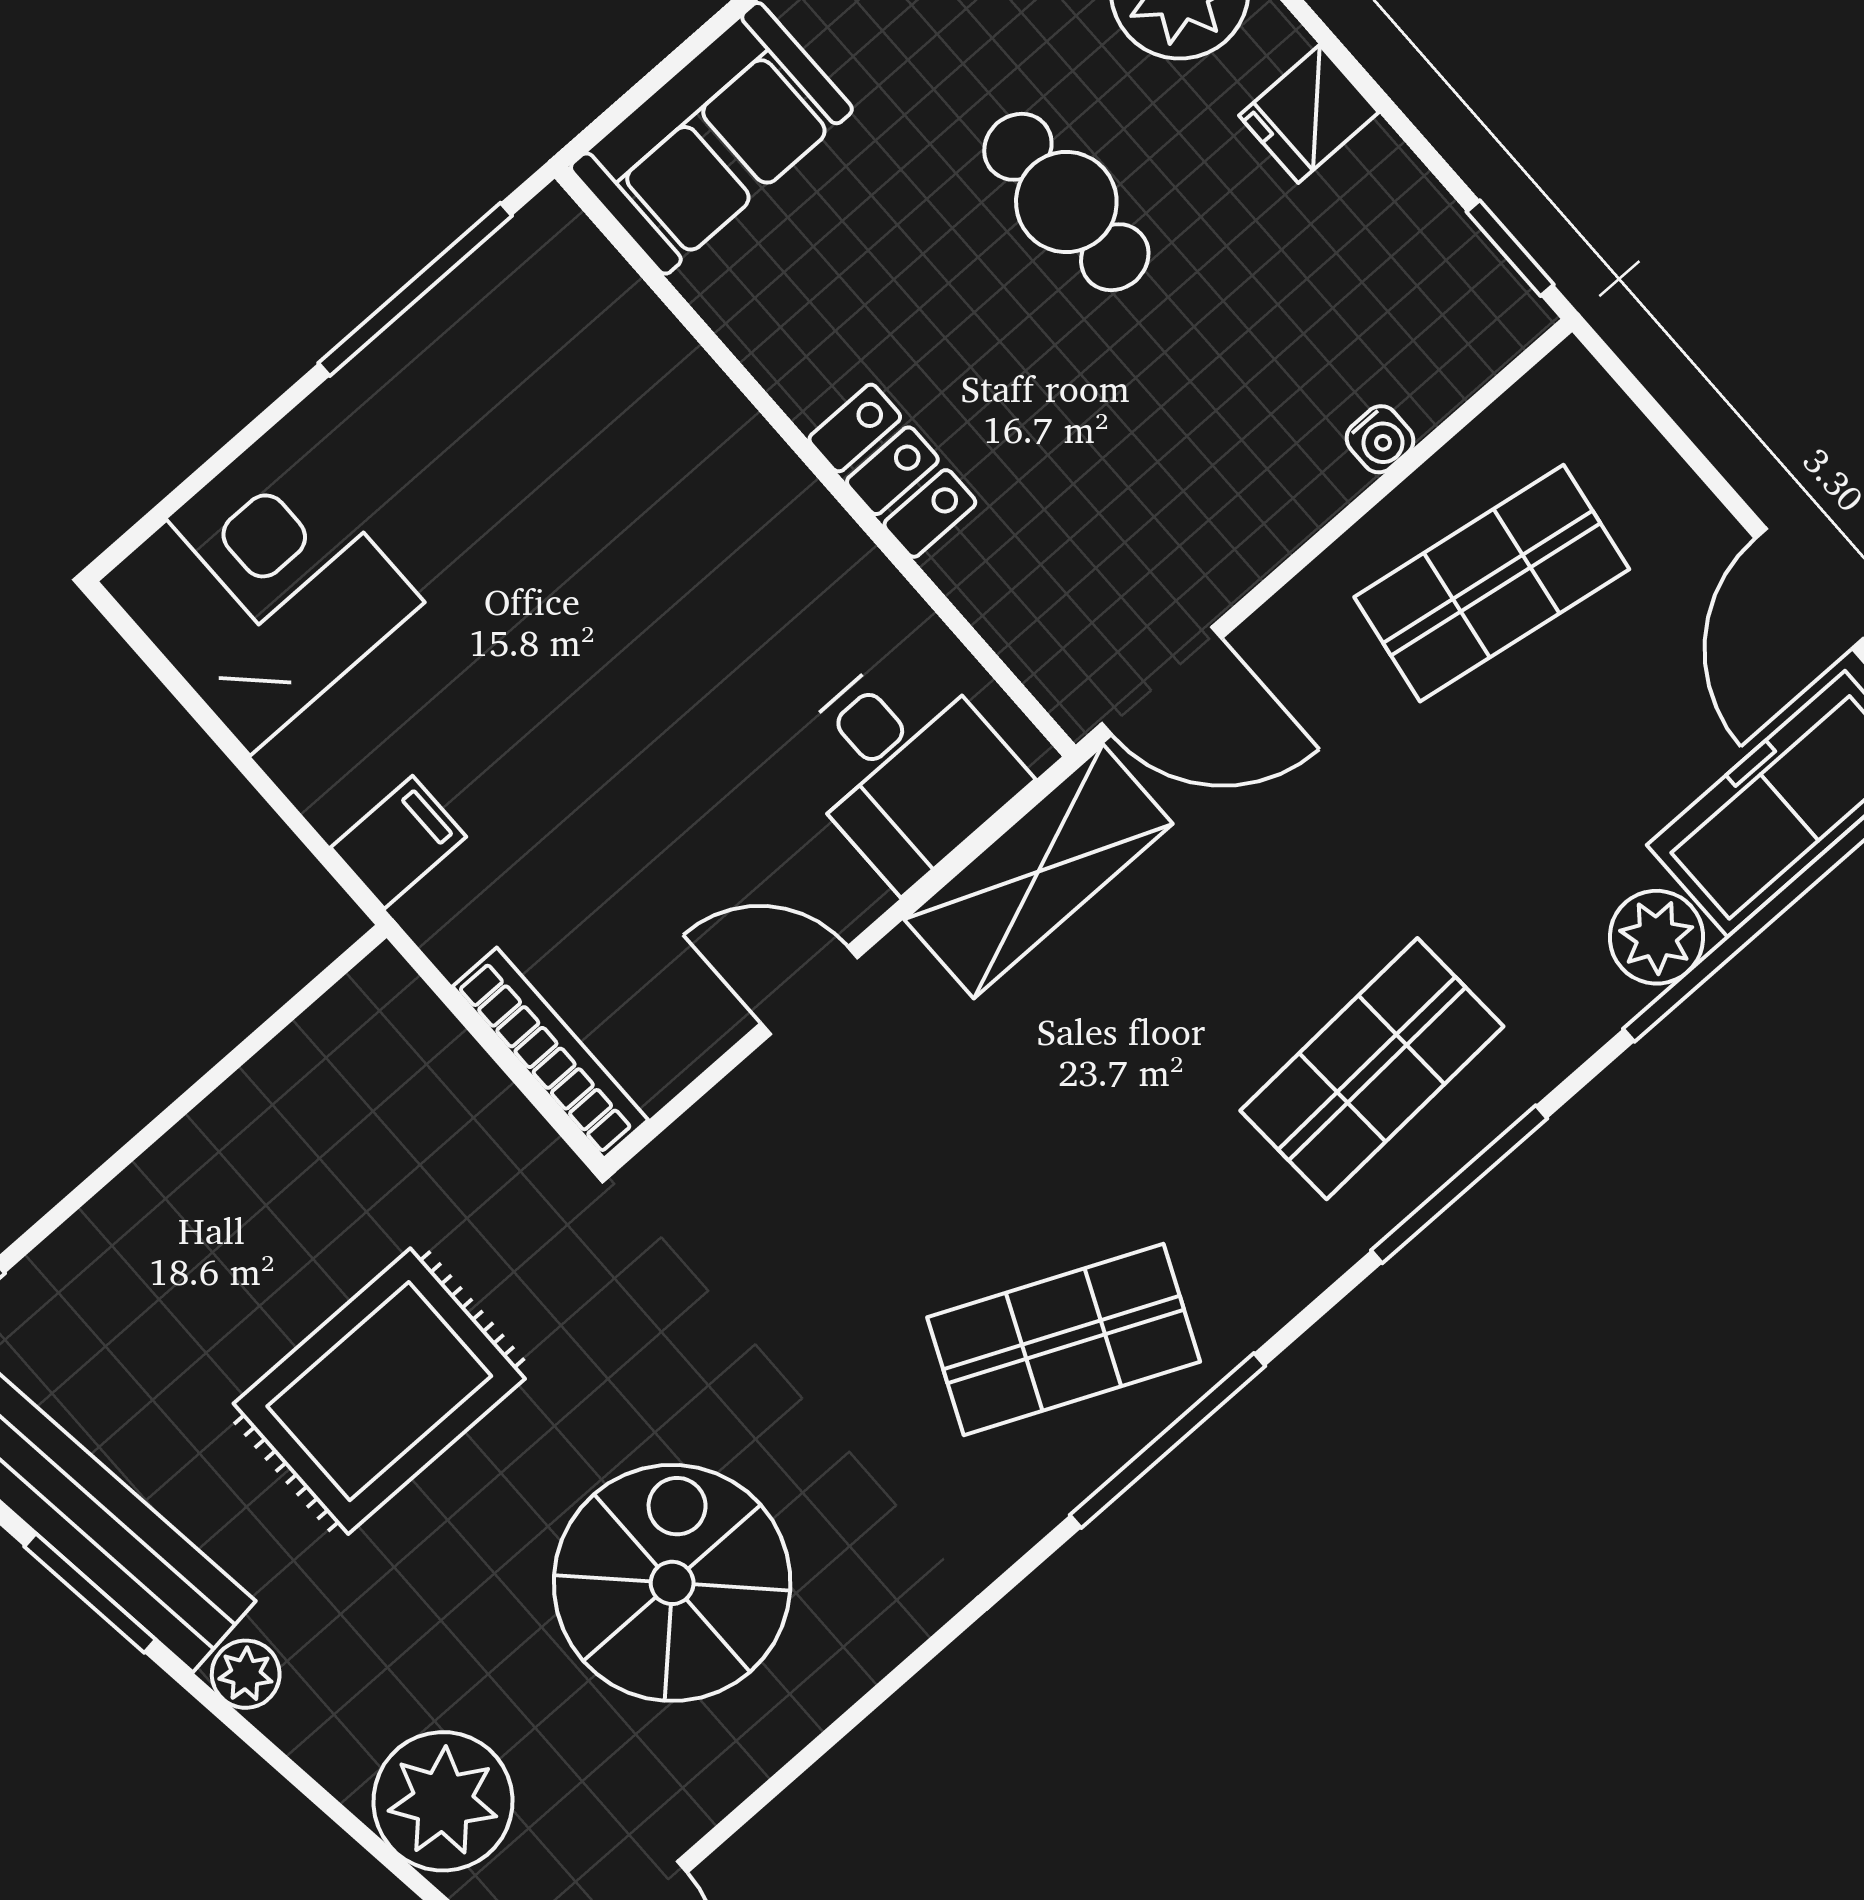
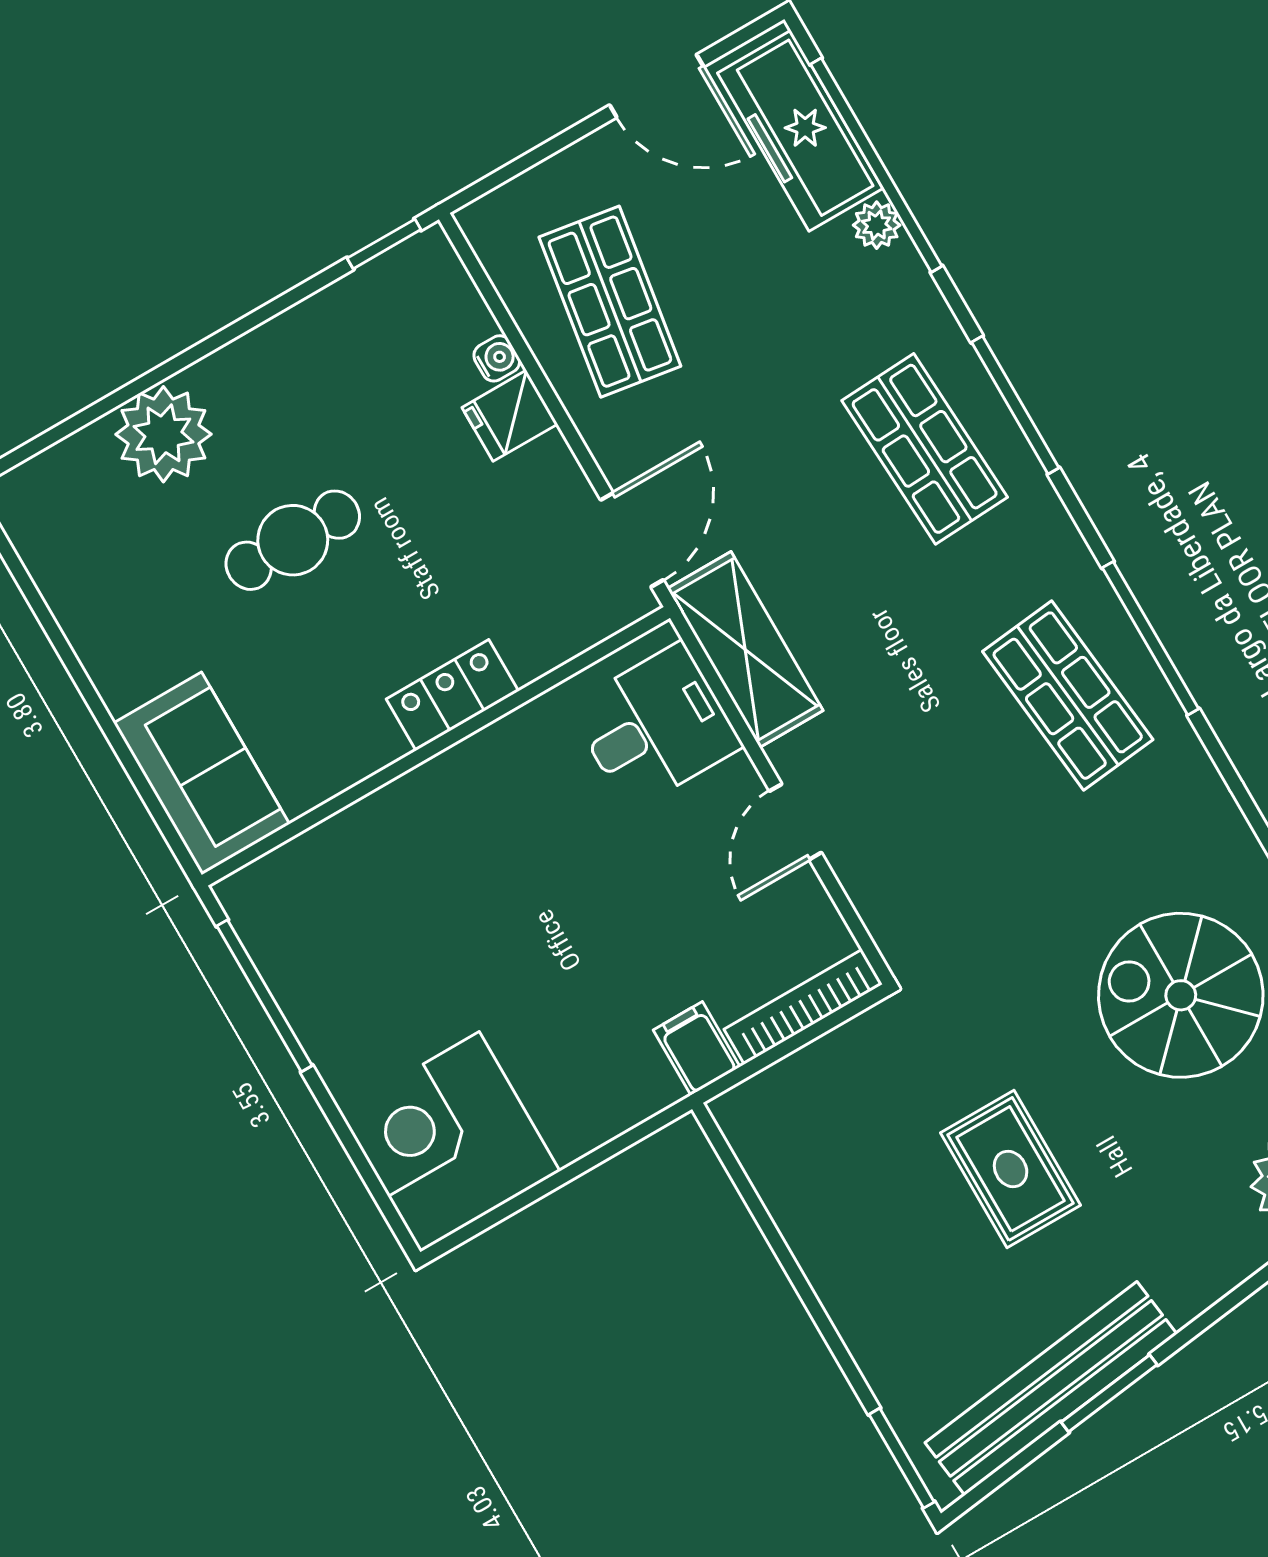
fridge: (1309, 114) -> (510, 416), moved, turned 90
filing cabinet: (398, 842) -> (697, 1048), moved
plant: (1656, 937) -> (877, 225), width x0.73, depth x0.73
shop shelf: (1064, 1339) -> (1068, 696), turned -30
rug: (379, 1391) -> (1011, 1169), width x0.73, depth x0.70
plant: (246, 1674) -> (1185, 1298), removed

